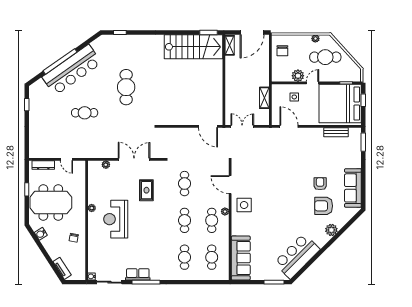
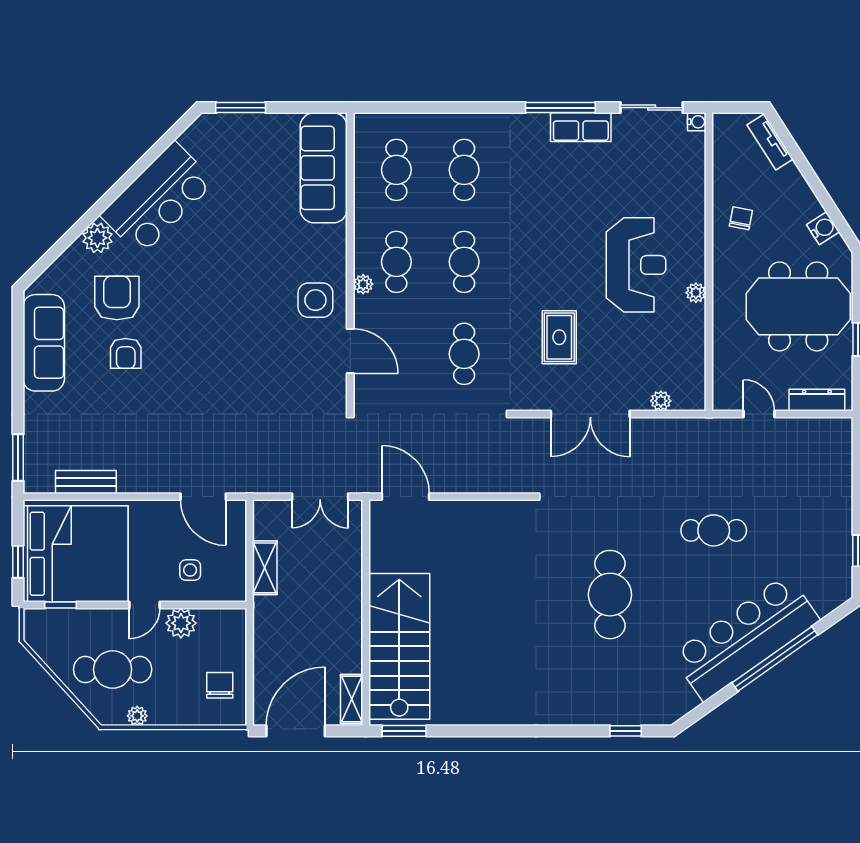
stairs: (193, 47) -> (399, 646), moved, turned 90
armchair: (324, 206) -> (117, 298), turned -90
bar counter: (297, 256) -> (158, 198), moved

